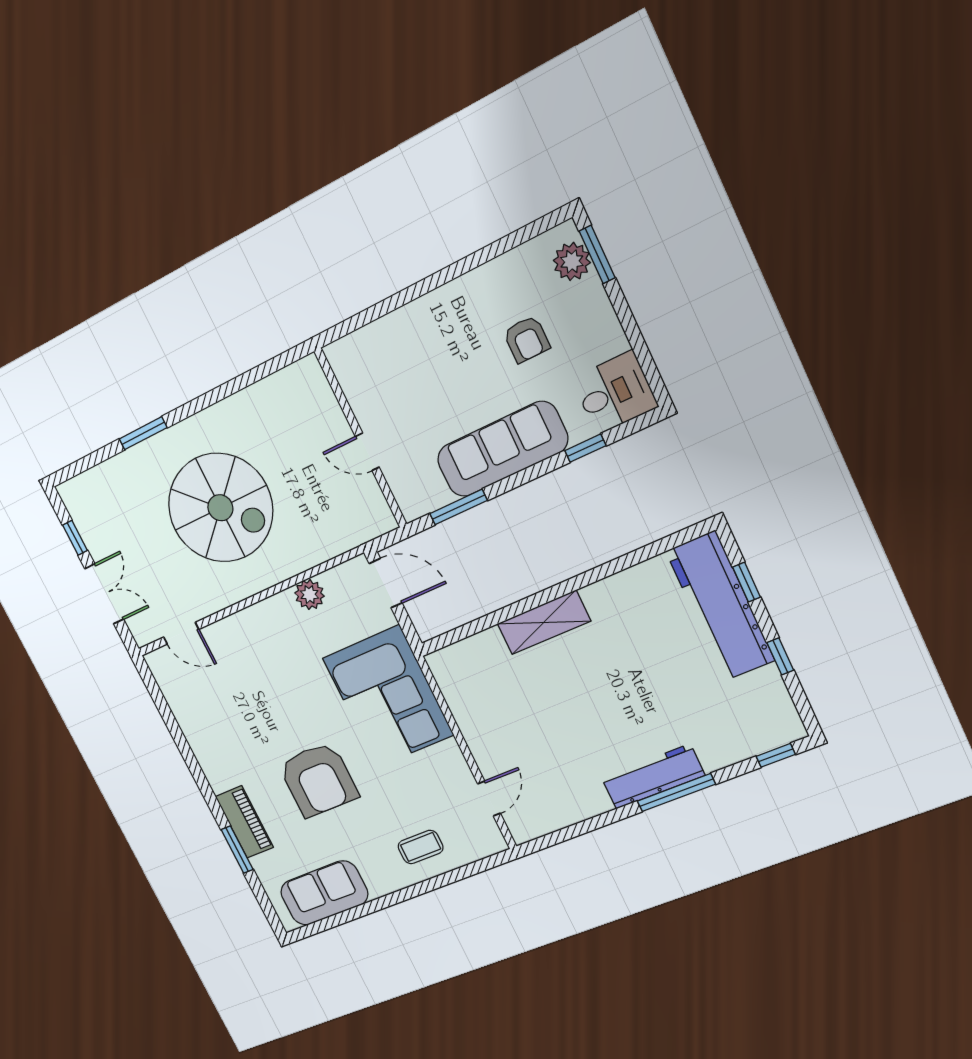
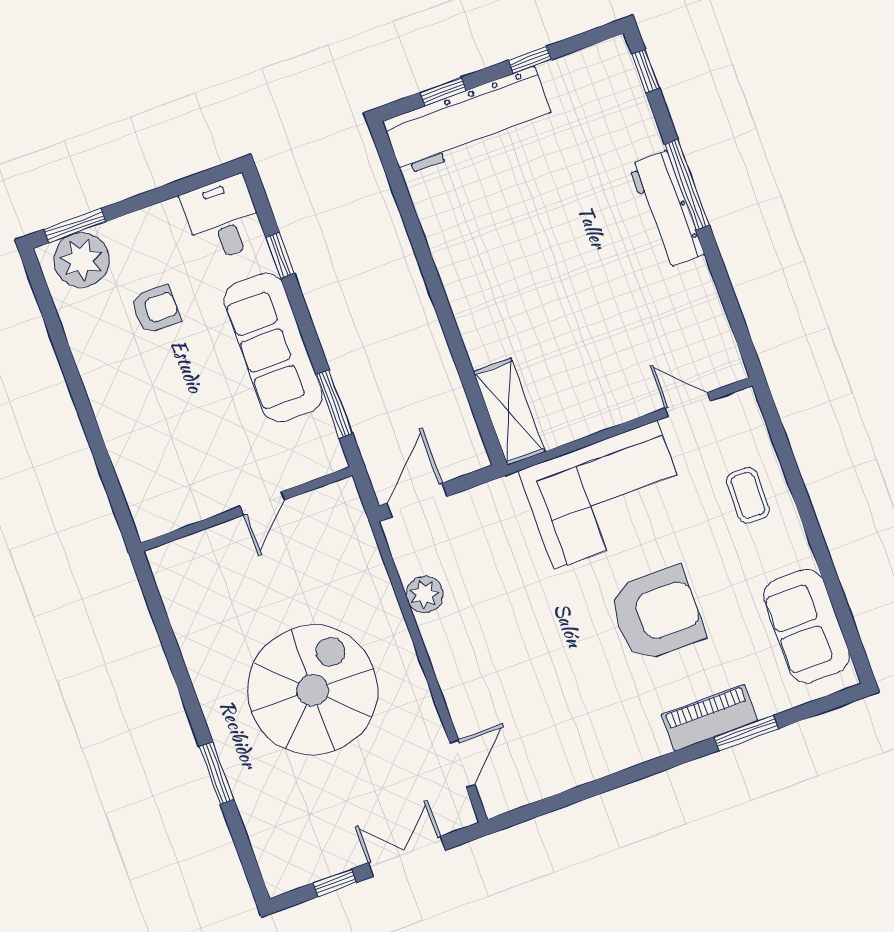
plant: (572, 261) -> (82, 260), width x1.36, depth x1.36
shelving: (544, 622) -> (509, 412), moved
corner sofa: (388, 697) -> (605, 495), moved

